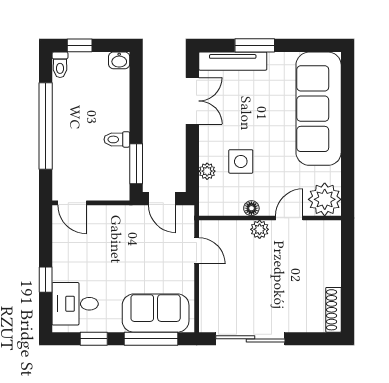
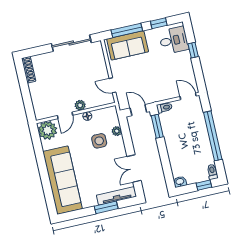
toilet: (117, 139) -> (164, 108), moved

